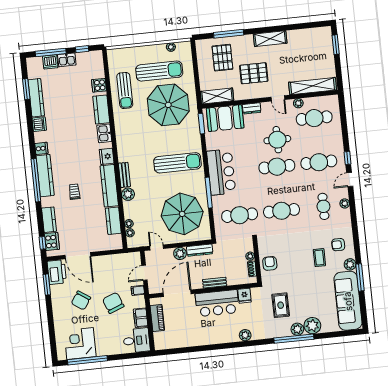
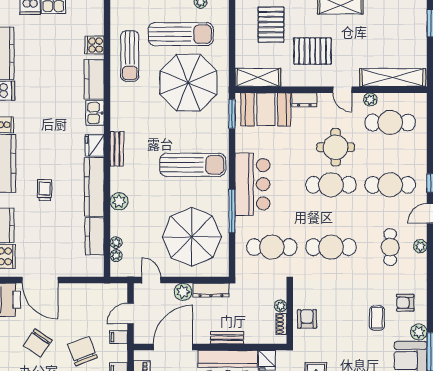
bench: (124, 175) -> (117, 149), moved

